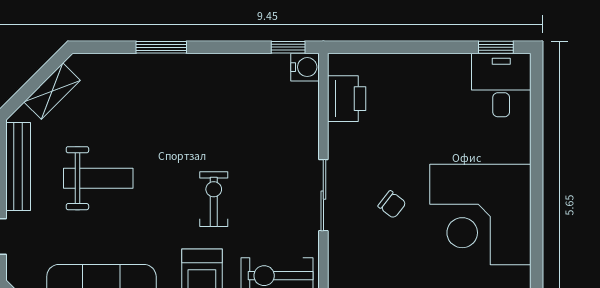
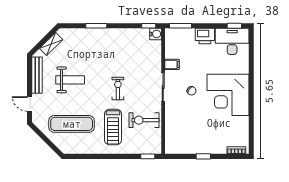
window: (365, 47) -> (181, 26), added
desk: (501, 85) -> (232, 41), width x1.37
printer: (347, 99) -> (205, 36), moved, turned 90
filing cabinet: (345, 141) -> (172, 64), added

